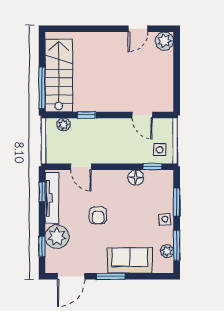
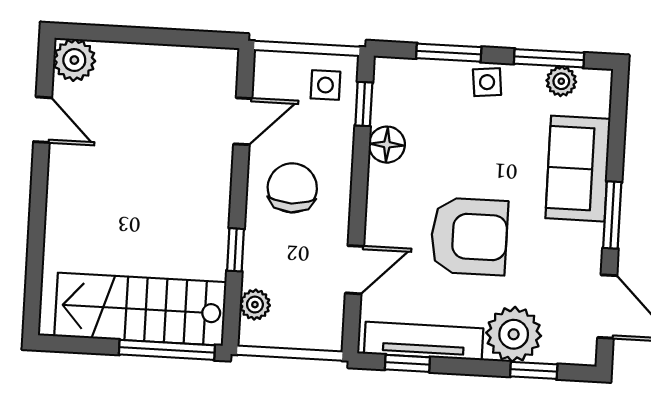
chair: (115, 138) -> (292, 188), added
armchair: (98, 215) -> (469, 236), width x1.88, depth x1.88

